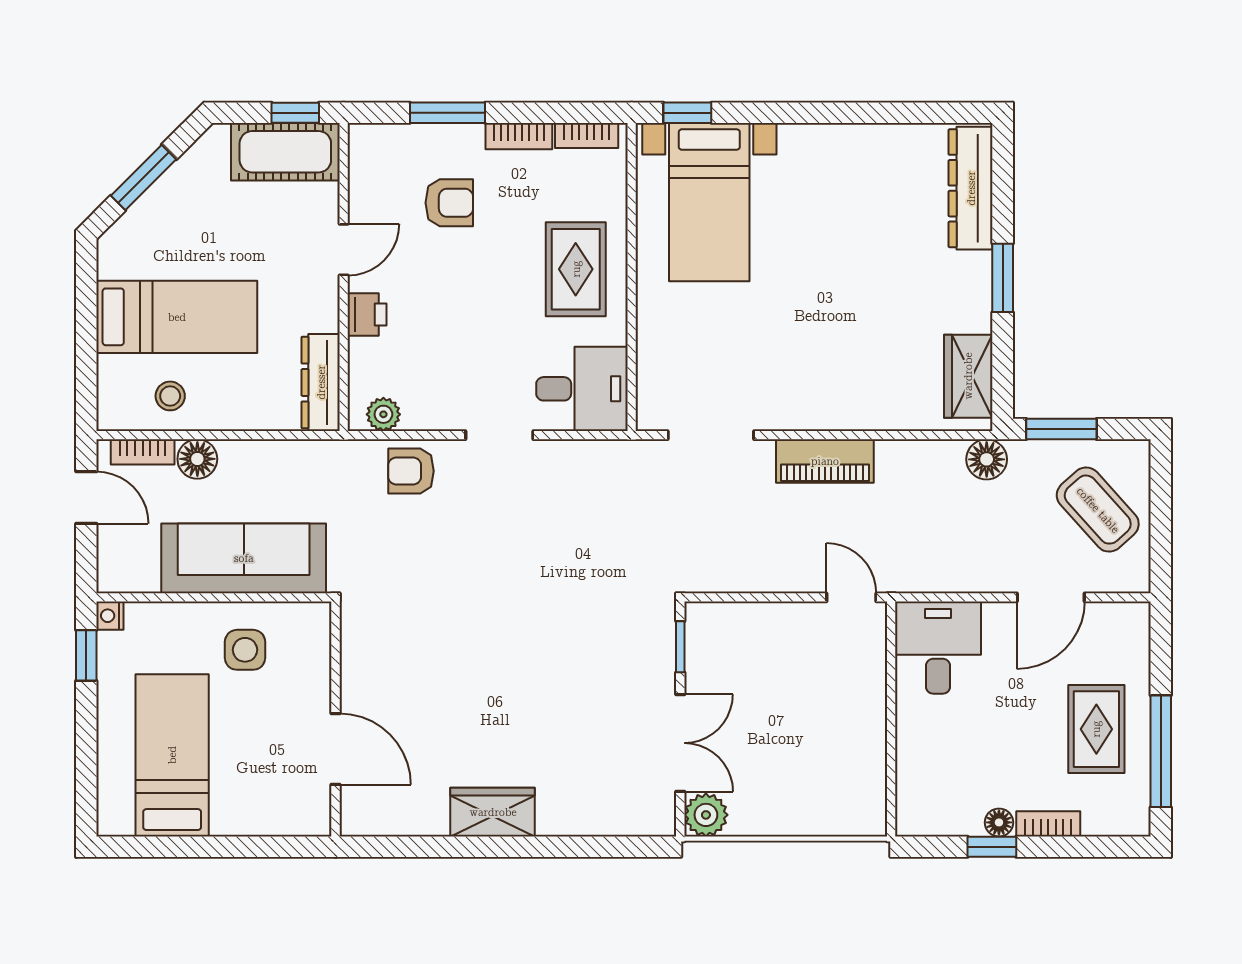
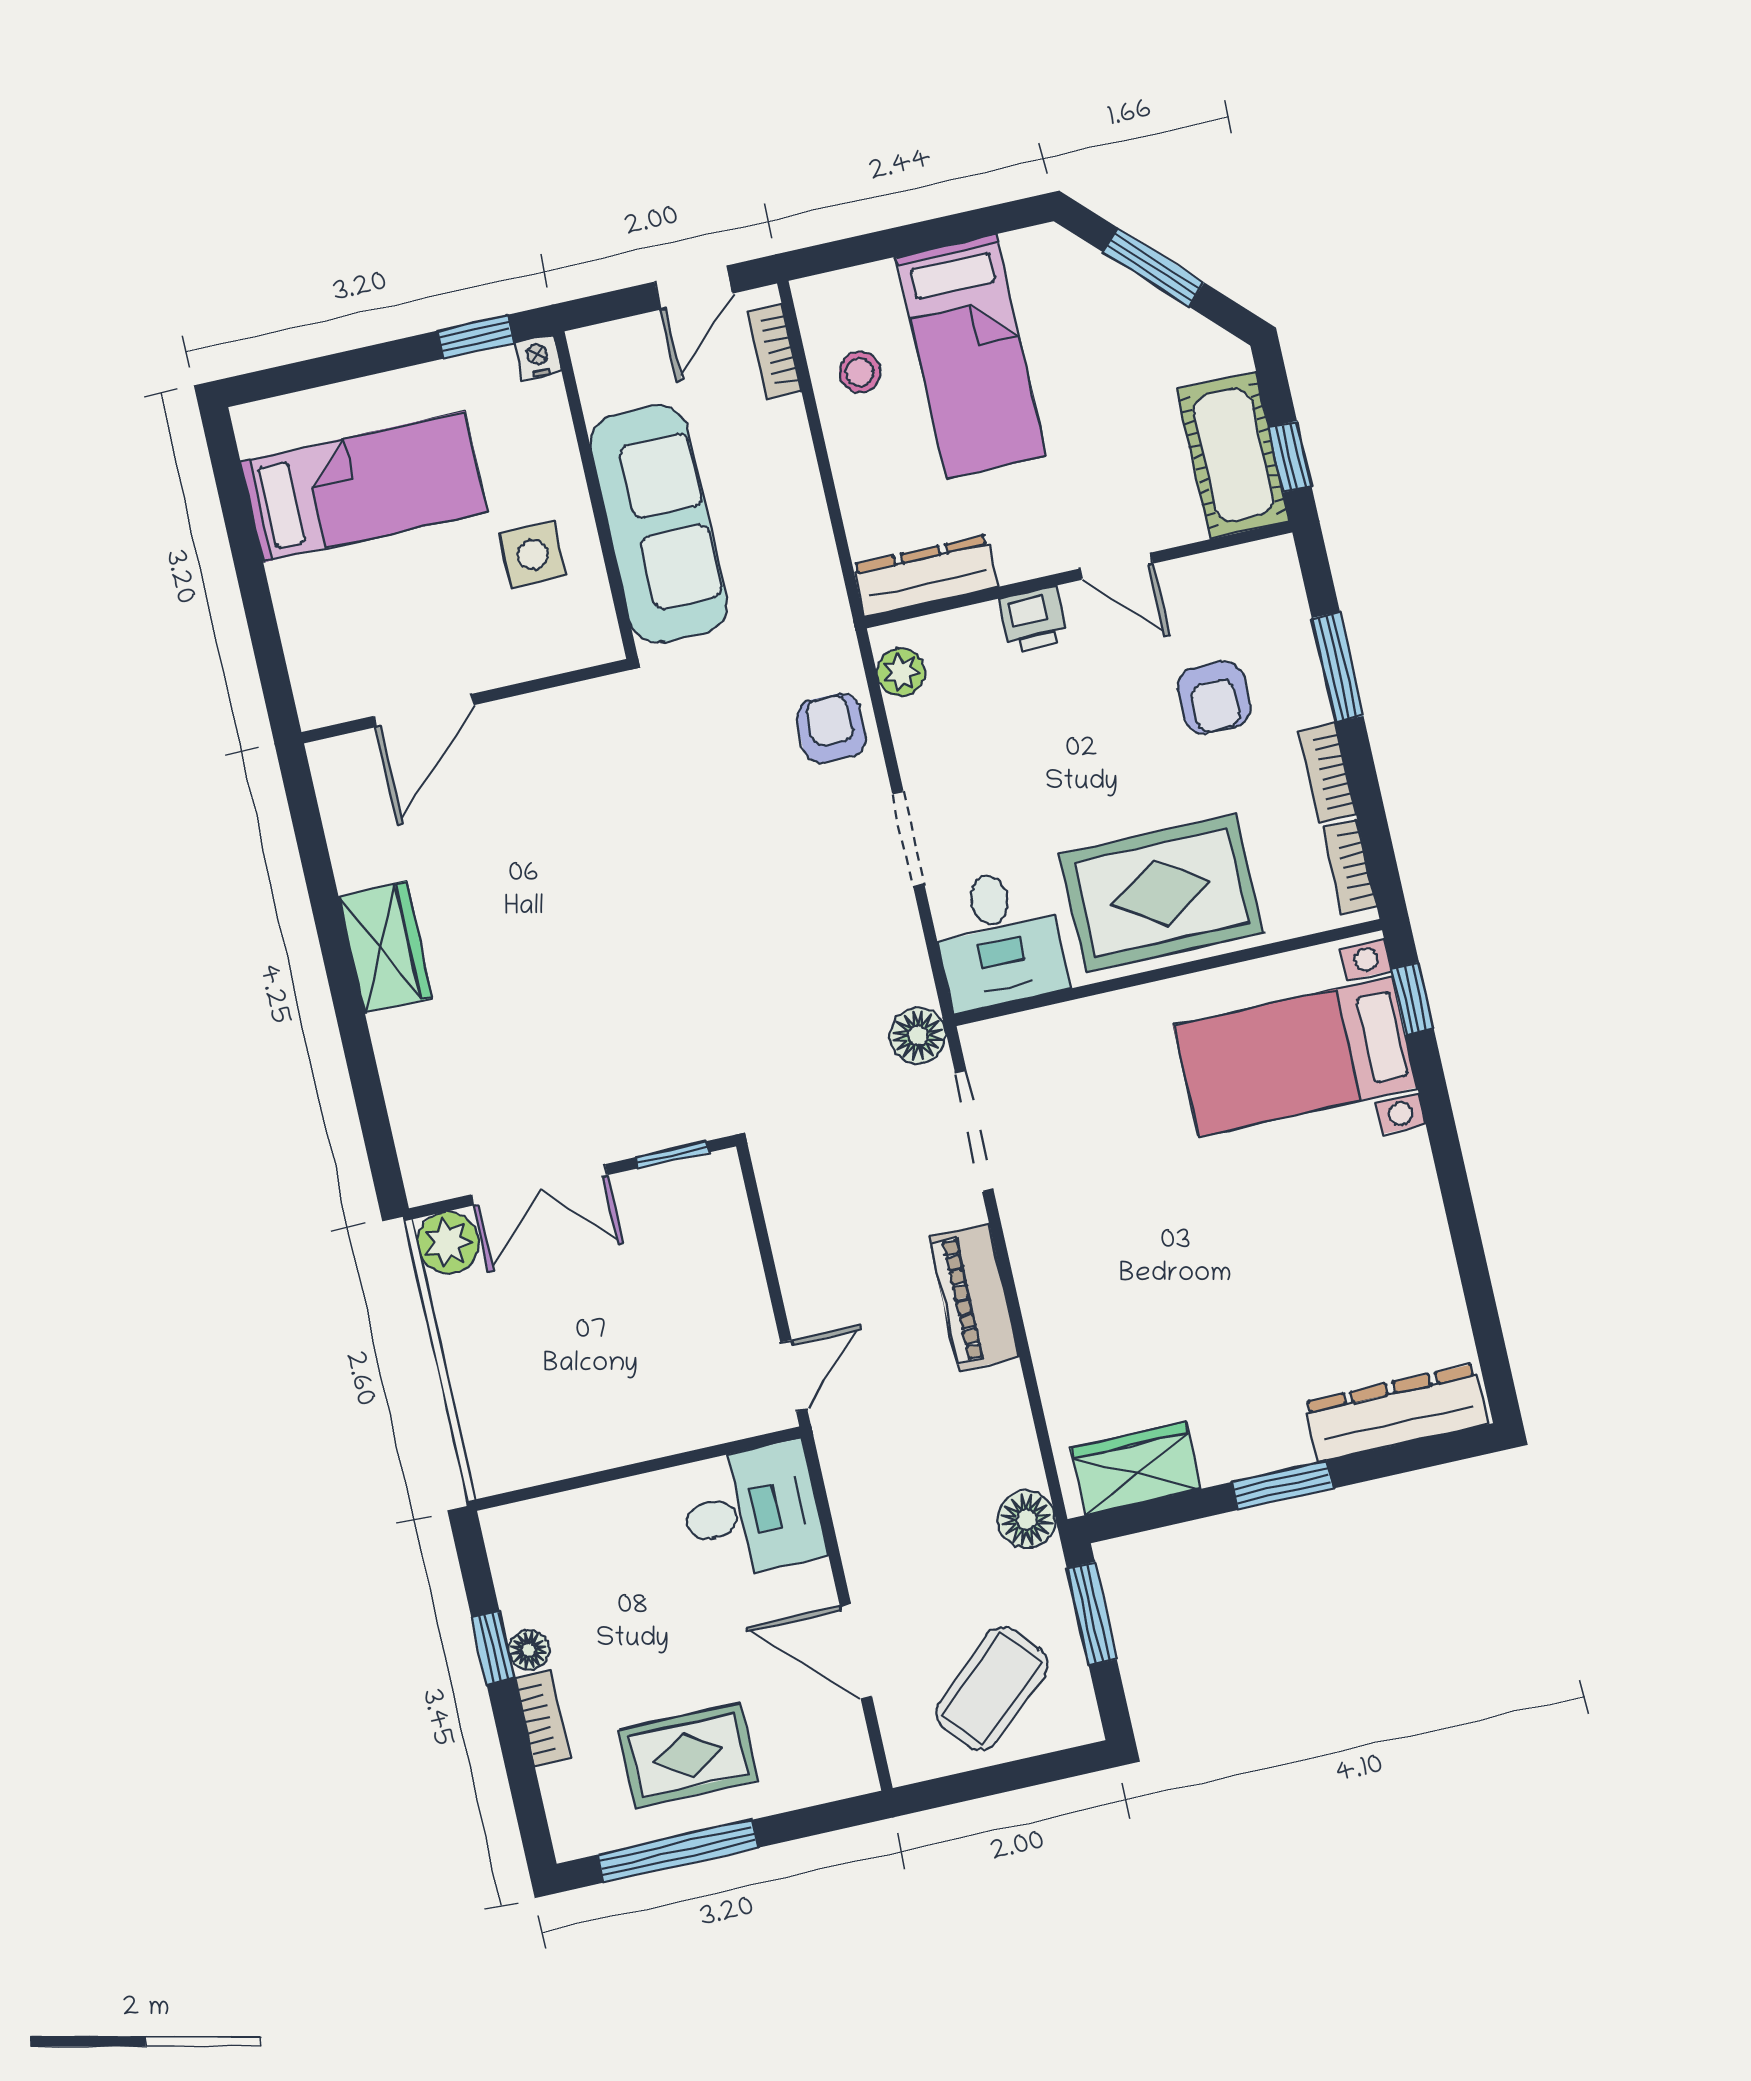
rug: (576, 269) -> (1161, 893), width x1.36, depth x1.43
floor lamp: (197, 459) -> (918, 1035), moved

